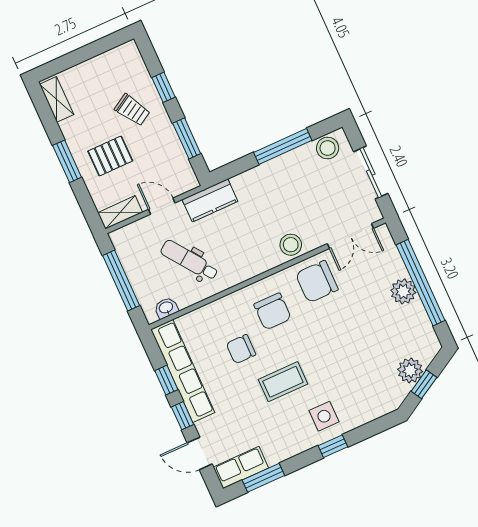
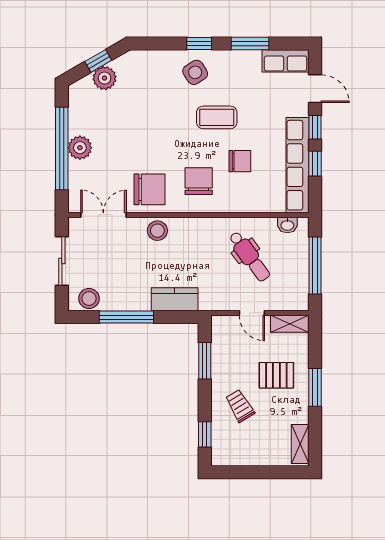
window: (164, 87) -> (205, 434), moved
kitchen counter: (210, 200) -> (175, 299), moved
side table: (324, 416) -> (195, 72), turned -33
window: (263, 478) -> (250, 43), moved

